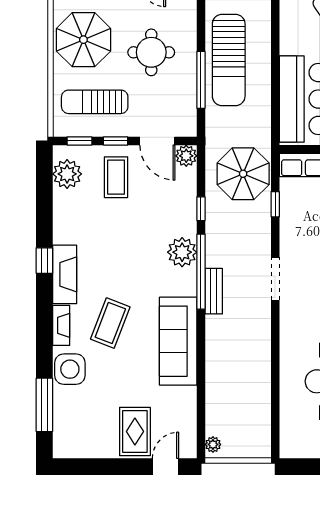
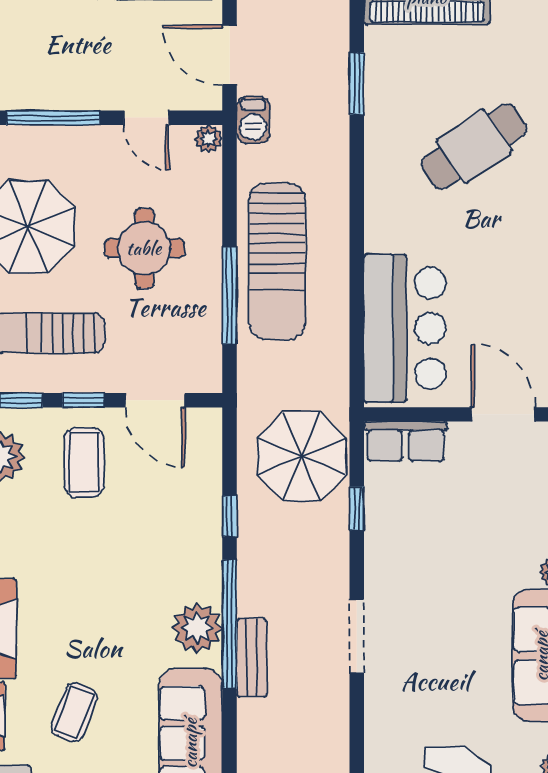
plant: (186, 156) -> (204, 426), removed
plant: (182, 252) -> (197, 628), moved
coffee table: (110, 323) -> (74, 712), width x0.73, depth x0.77

